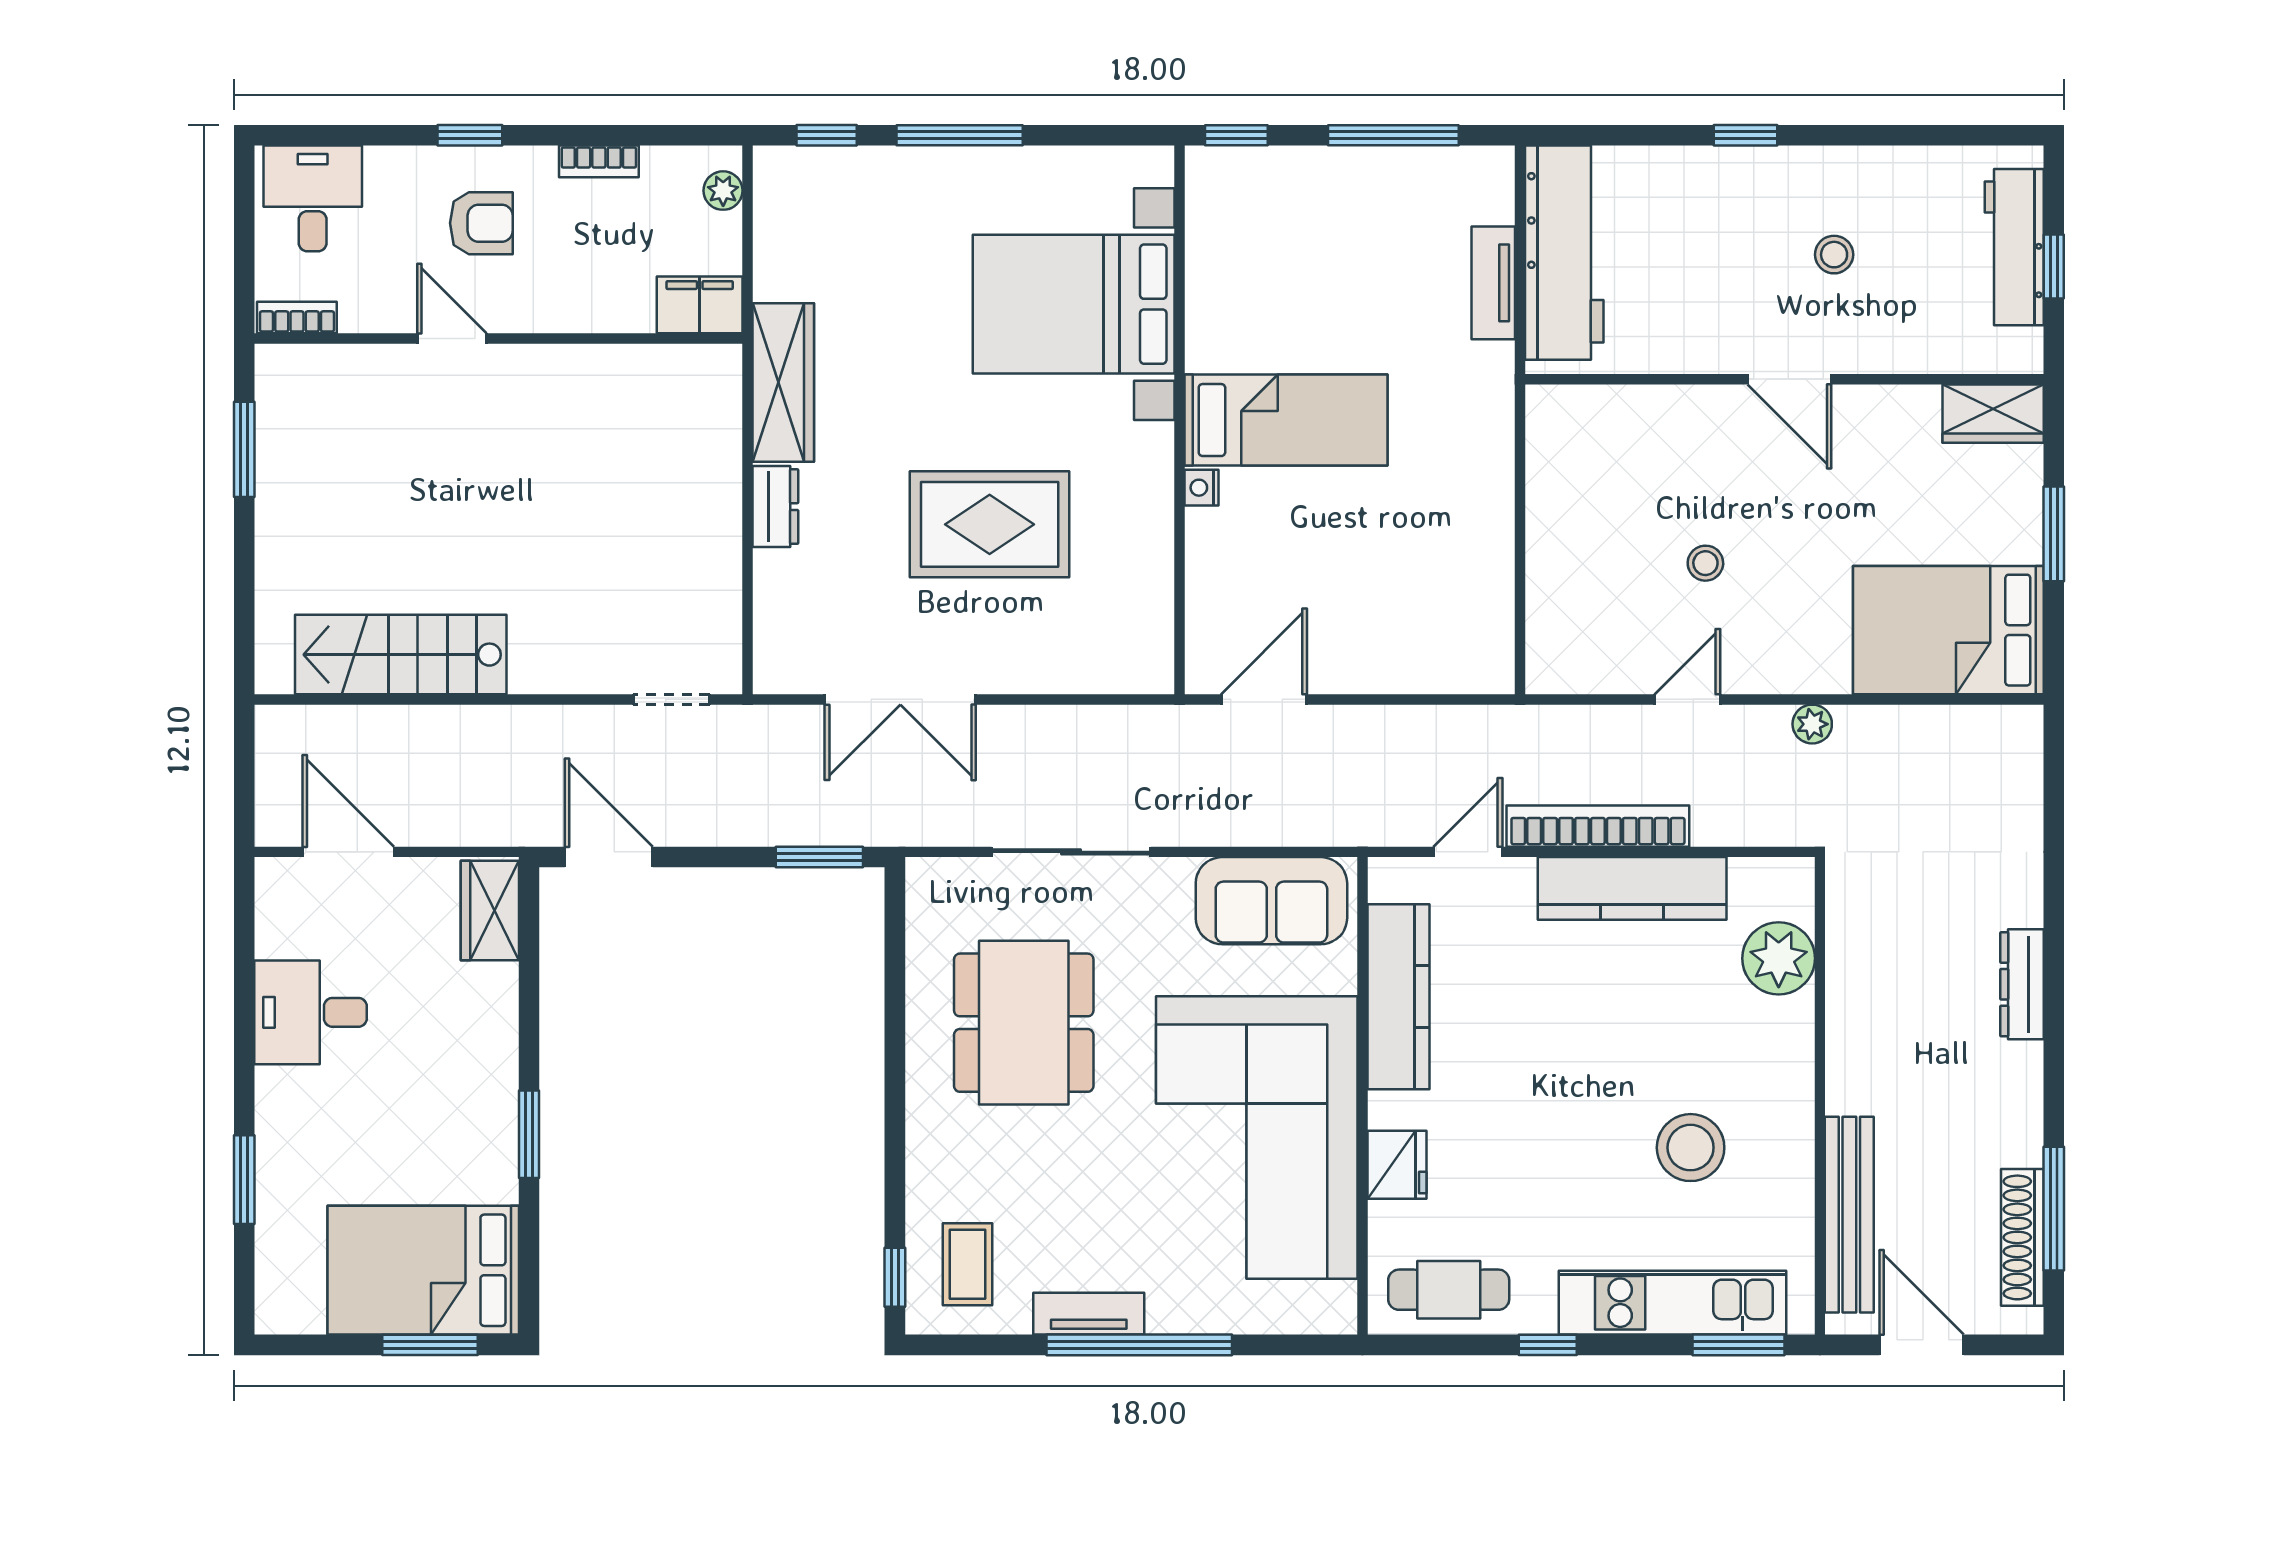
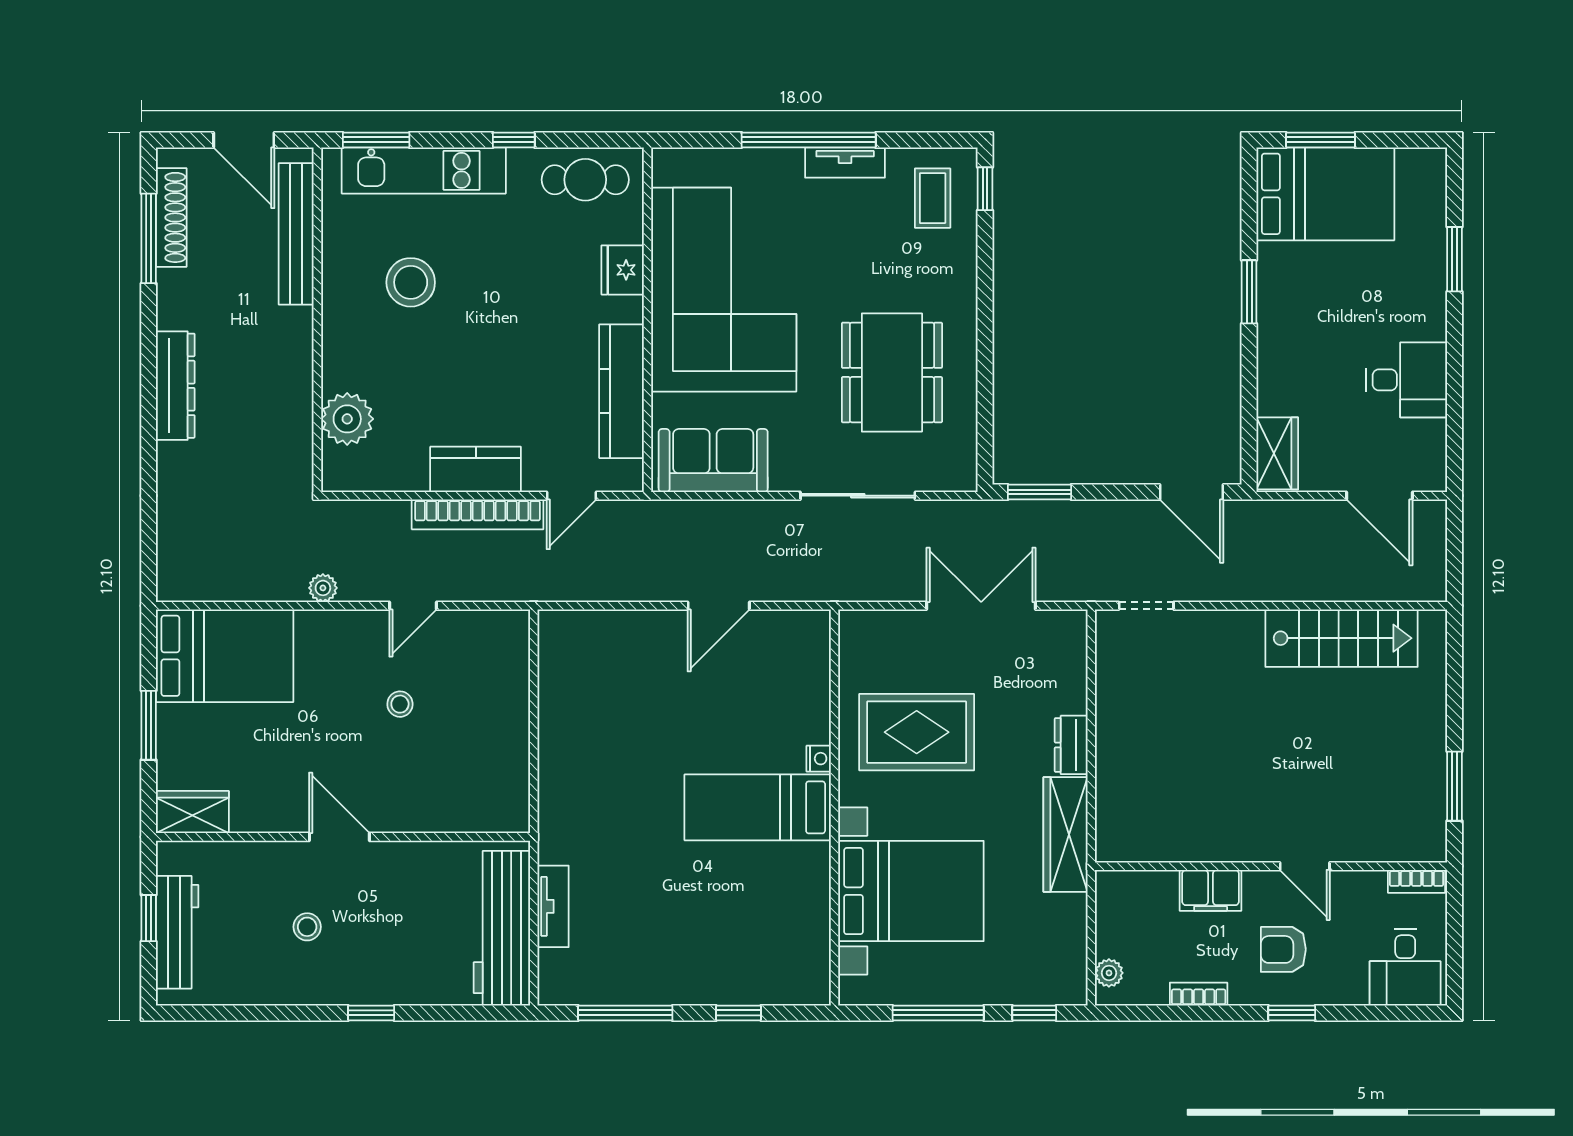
bed with nightstands: (1074, 304) -> (911, 891), moved
filing cabinet: (700, 305) -> (1211, 890), moved
wall: (1180, 420) -> (835, 808), moved
bed: (1286, 420) -> (758, 807), moved
nightstand: (1202, 488) -> (819, 759), moved
kitchen counter: (1632, 888) -> (476, 469), width x0.67
dresser: (2022, 984) -> (175, 386), width x1.37, depth x1.24

